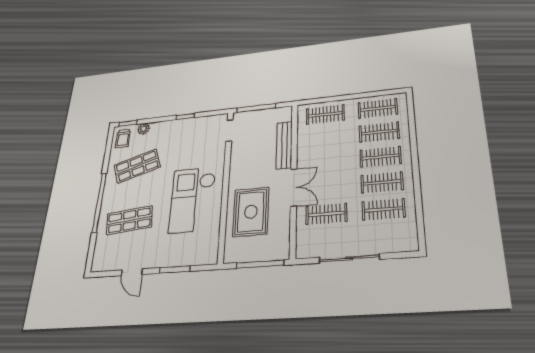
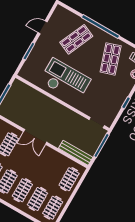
bench: (284, 145) -> (76, 153), moved
rug: (251, 212) -> (36, 107), removed
shop shelf: (129, 220) -> (76, 39), turned 30

